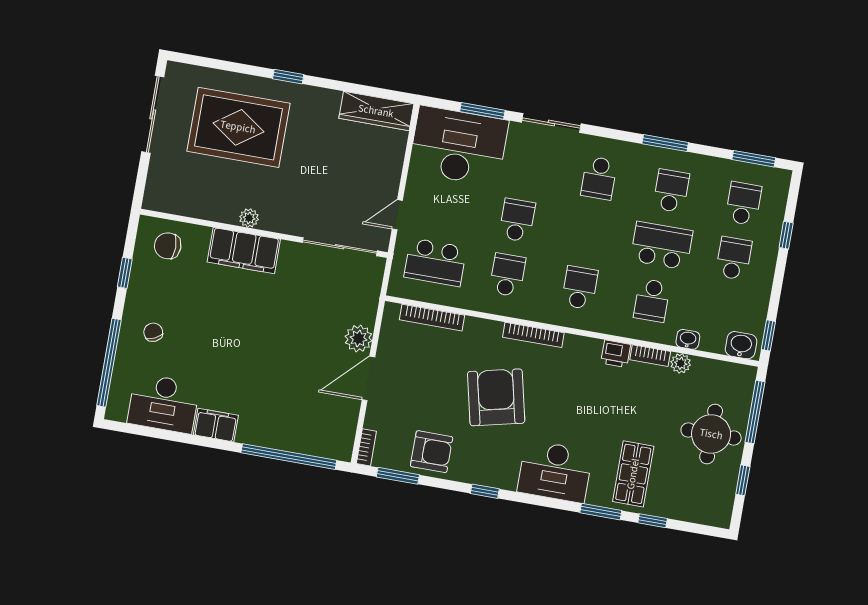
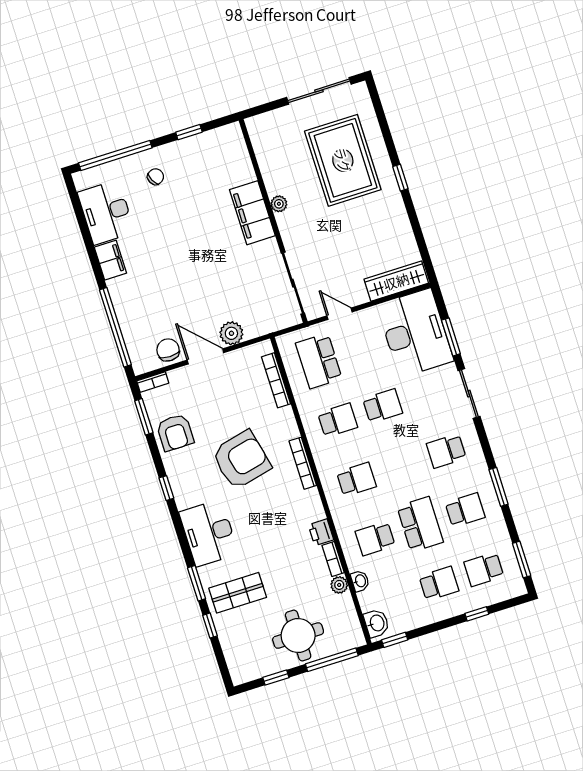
wardrobe: (376, 111) -> (396, 281), moved, turned 90
school desk: (743, 204) -> (484, 569), turned 180
chair: (168, 246) -> (168, 350), moved

